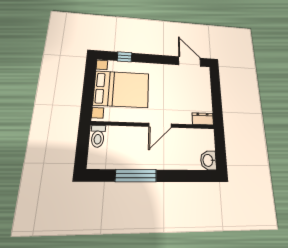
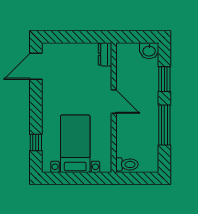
bed with nightstands: (122, 89) -> (75, 144), width x0.73
window: (182, 176) -> (164, 79), added

